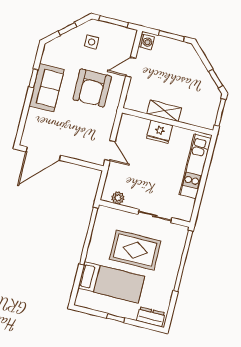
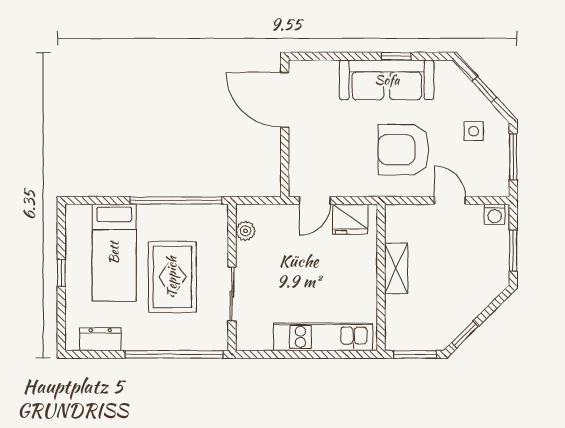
sofa: (47, 88) -> (387, 80), width x1.36
fridge: (160, 132) -> (350, 219), moved, turned -90
dresser: (151, 317) -> (100, 339), moved, turned -90

